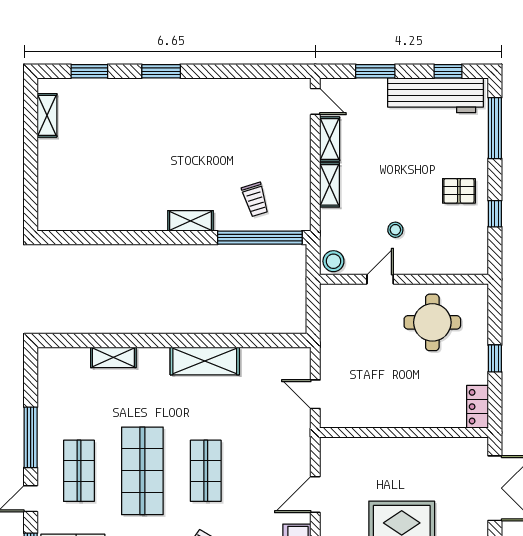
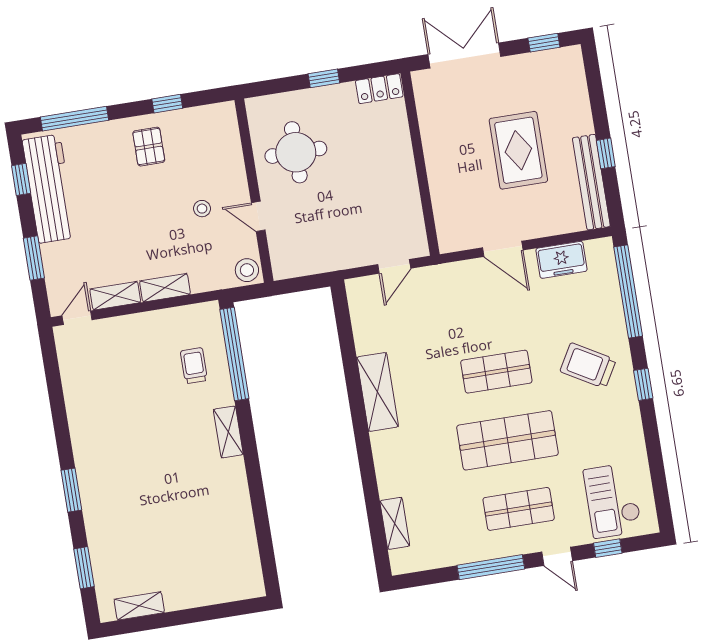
trolley: (255, 200) -> (194, 366), turned -73
shelving: (113, 357) -> (395, 523), moved

